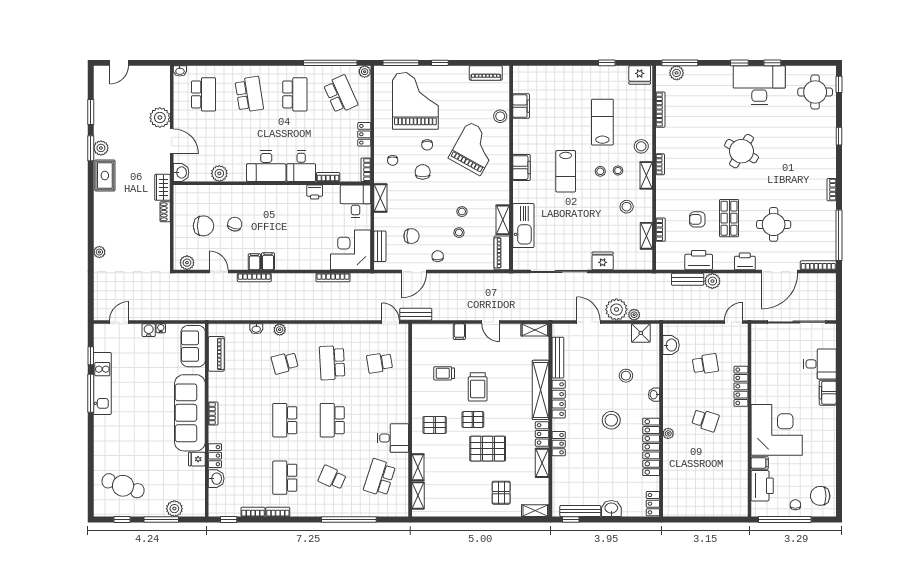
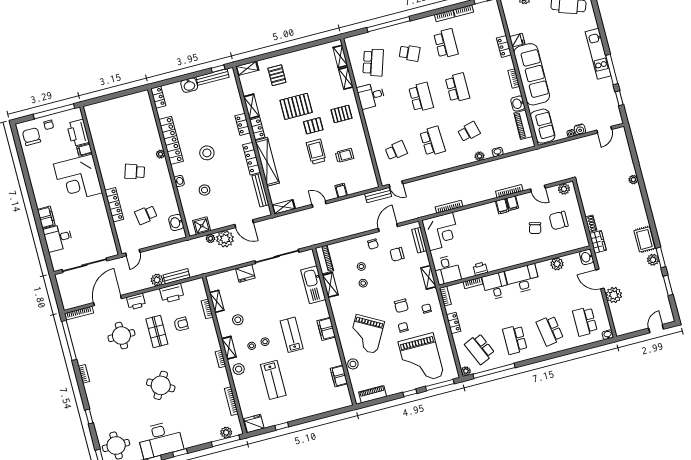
kitchen unit: (102, 383) -> (598, 54), moved
washbasin: (216, 479) -> (518, 104), moved
chair: (820, 496) -> (31, 137), turned -90

